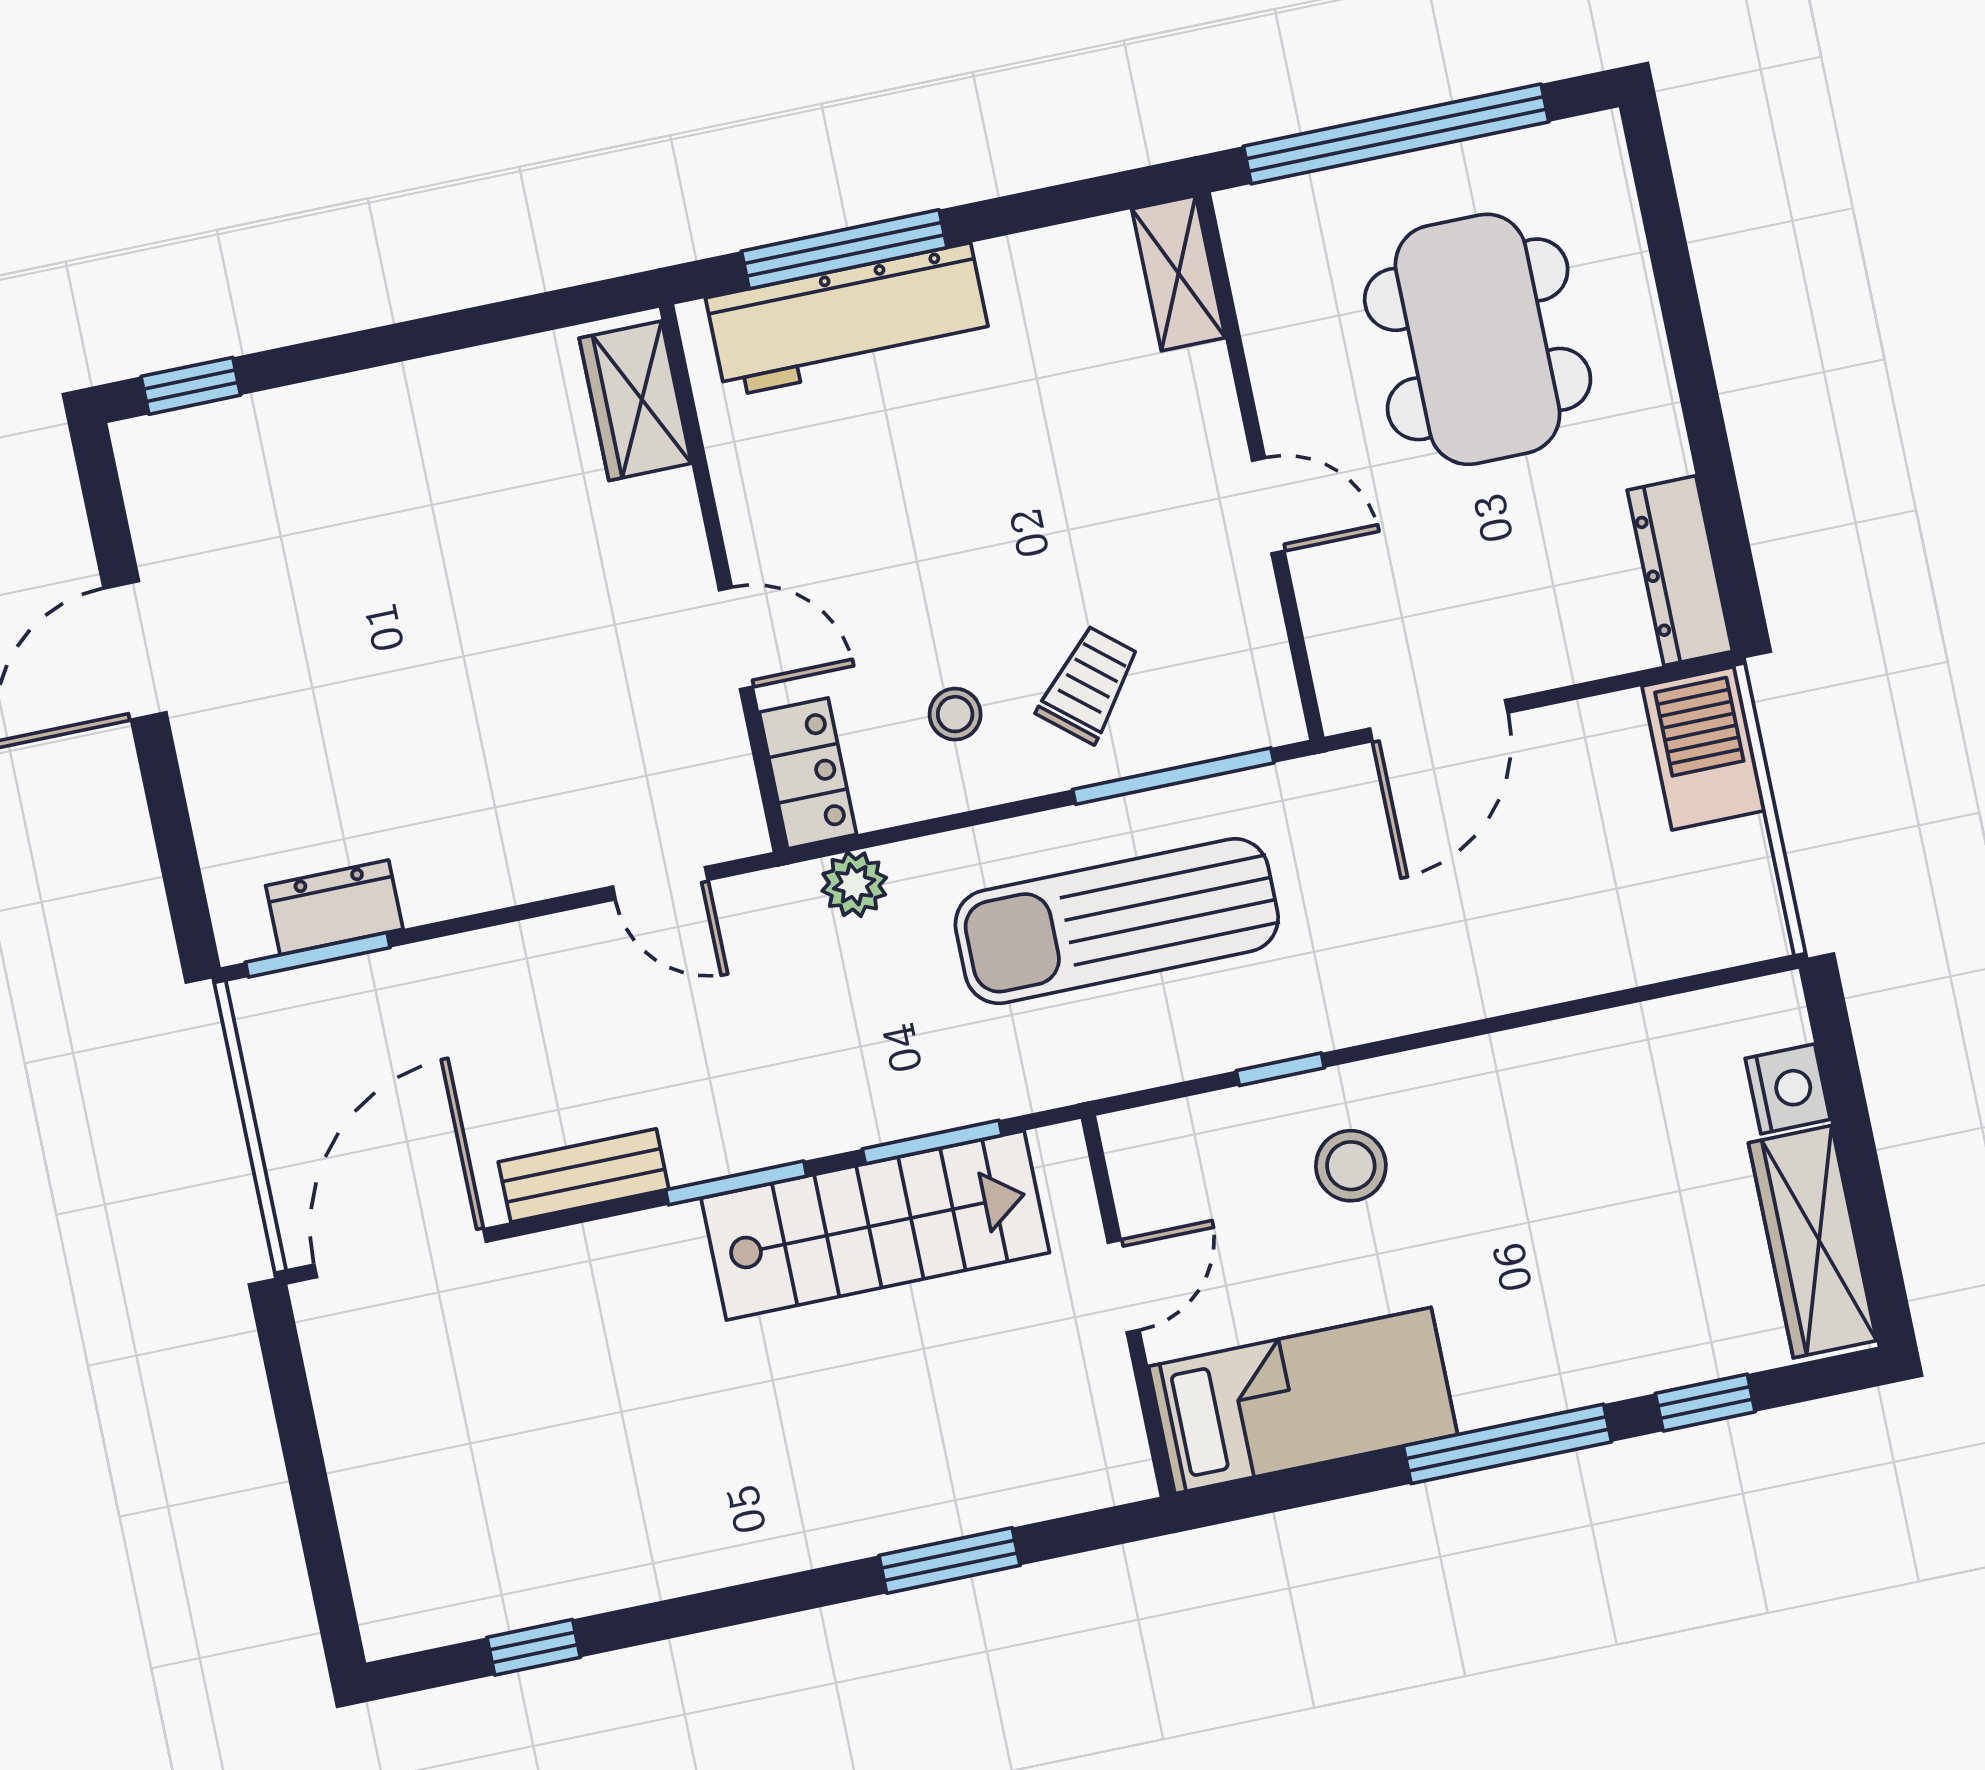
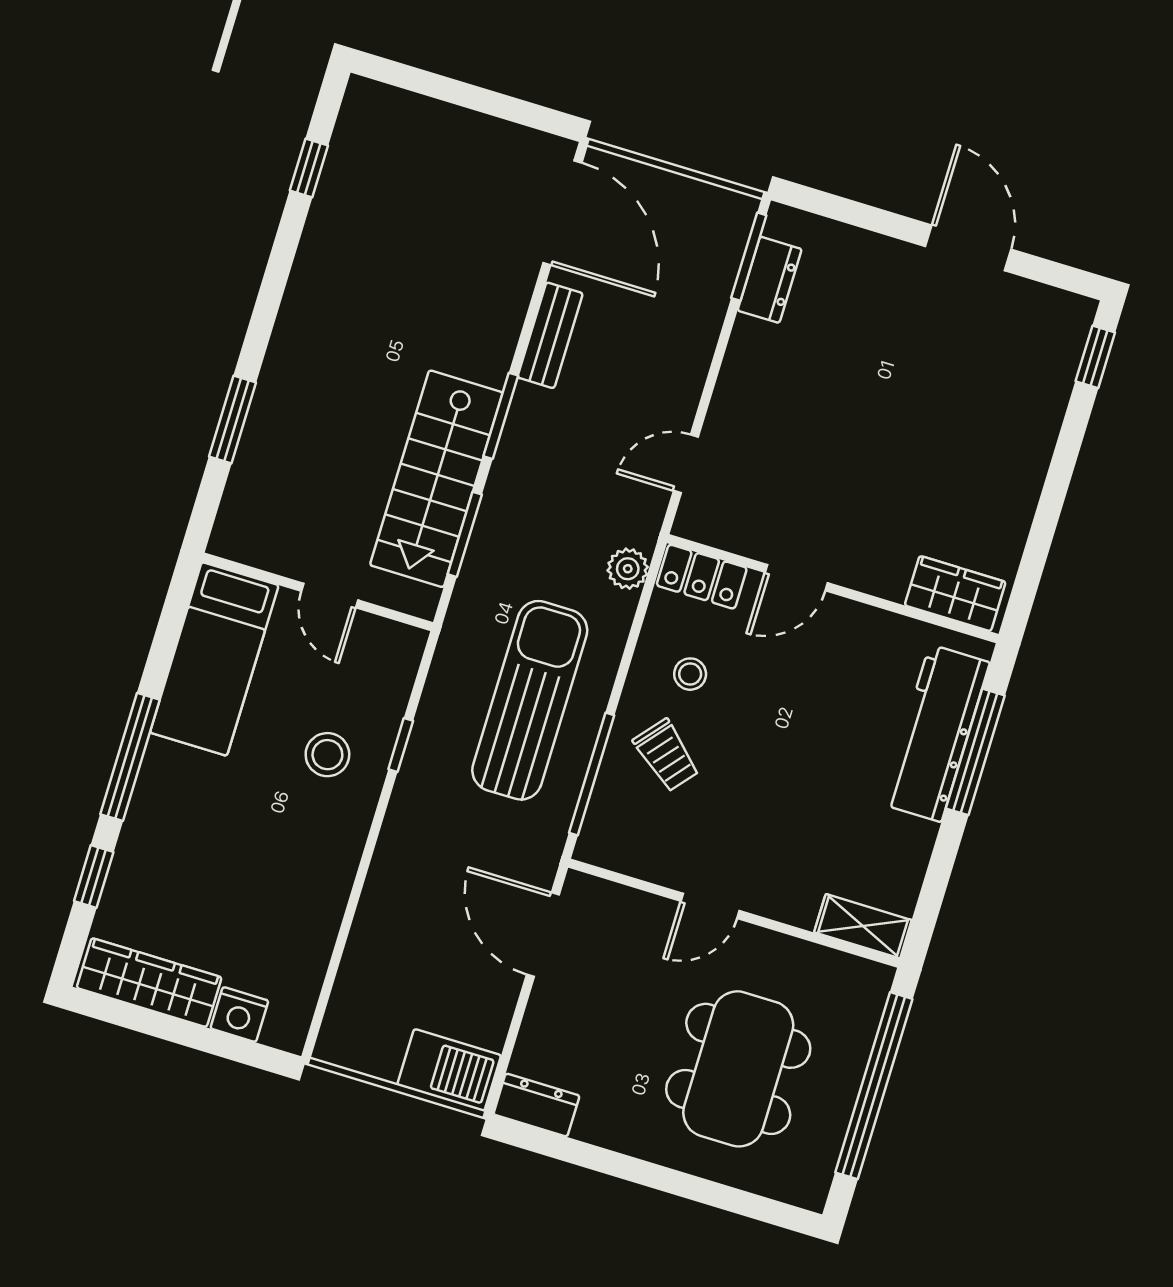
dining table: (1478, 339) -> (738, 1069), turned 90
dresser: (1680, 571) -> (536, 1105), width x0.70

